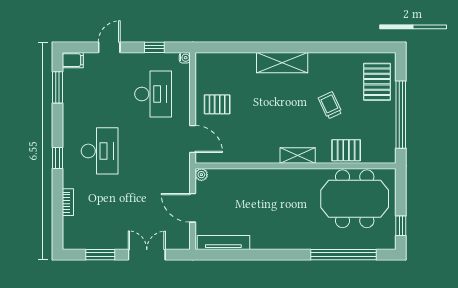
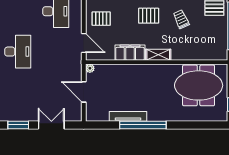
pallet: (346, 150) -> (149, 16), moved
filing cabinet: (258, 153) -> (130, 53), added
tv unit: (223, 243) -> (128, 116), moved
window: (344, 255) -> (143, 125), moved

